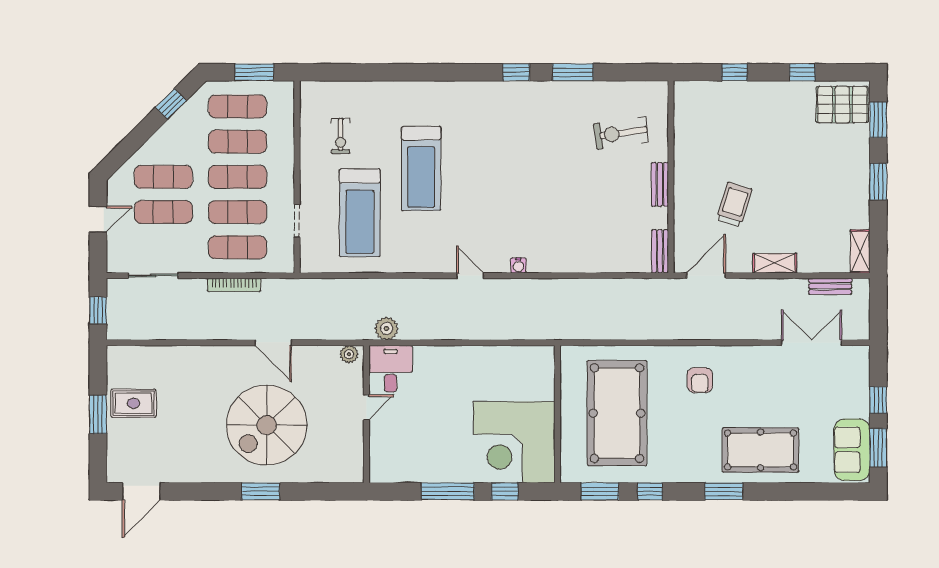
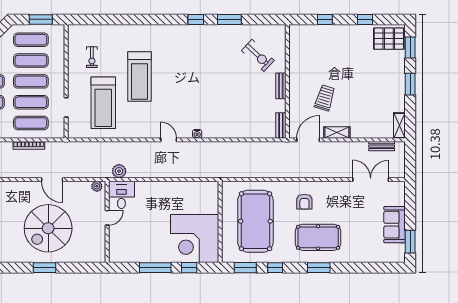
exercise bike: (621, 133) -> (258, 55), turned -129
shelving: (775, 263) -> (337, 132), moved
window: (878, 400) -> (410, 213), removed
pool table: (760, 450) -> (318, 237), moved
sofa: (852, 450) -> (395, 225), moved

